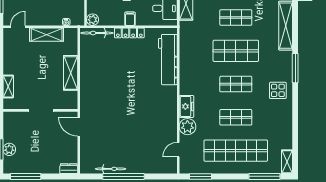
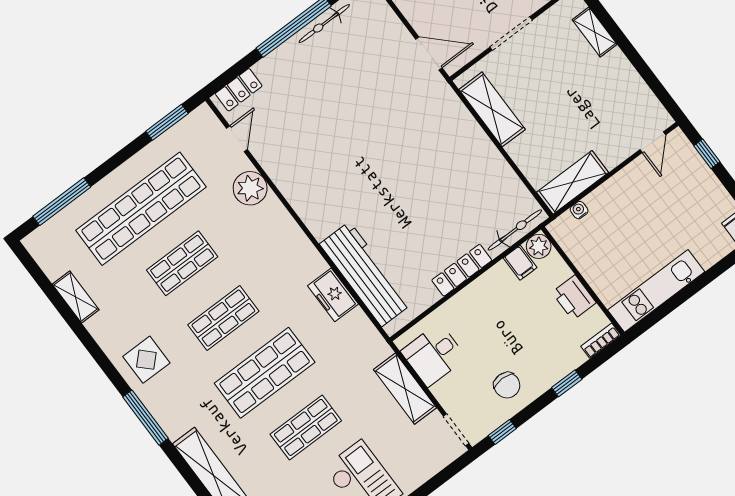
filing cabinet: (130, 19) -> (520, 263), moved
shelving: (47, 35) -> (572, 182), moved
shelving: (71, 73) -> (492, 109), moved
freezer: (186, 106) -> (333, 295), moved
shelving: (287, 162) -> (76, 297), moved
locker: (163, 168) -> (239, 90), added

